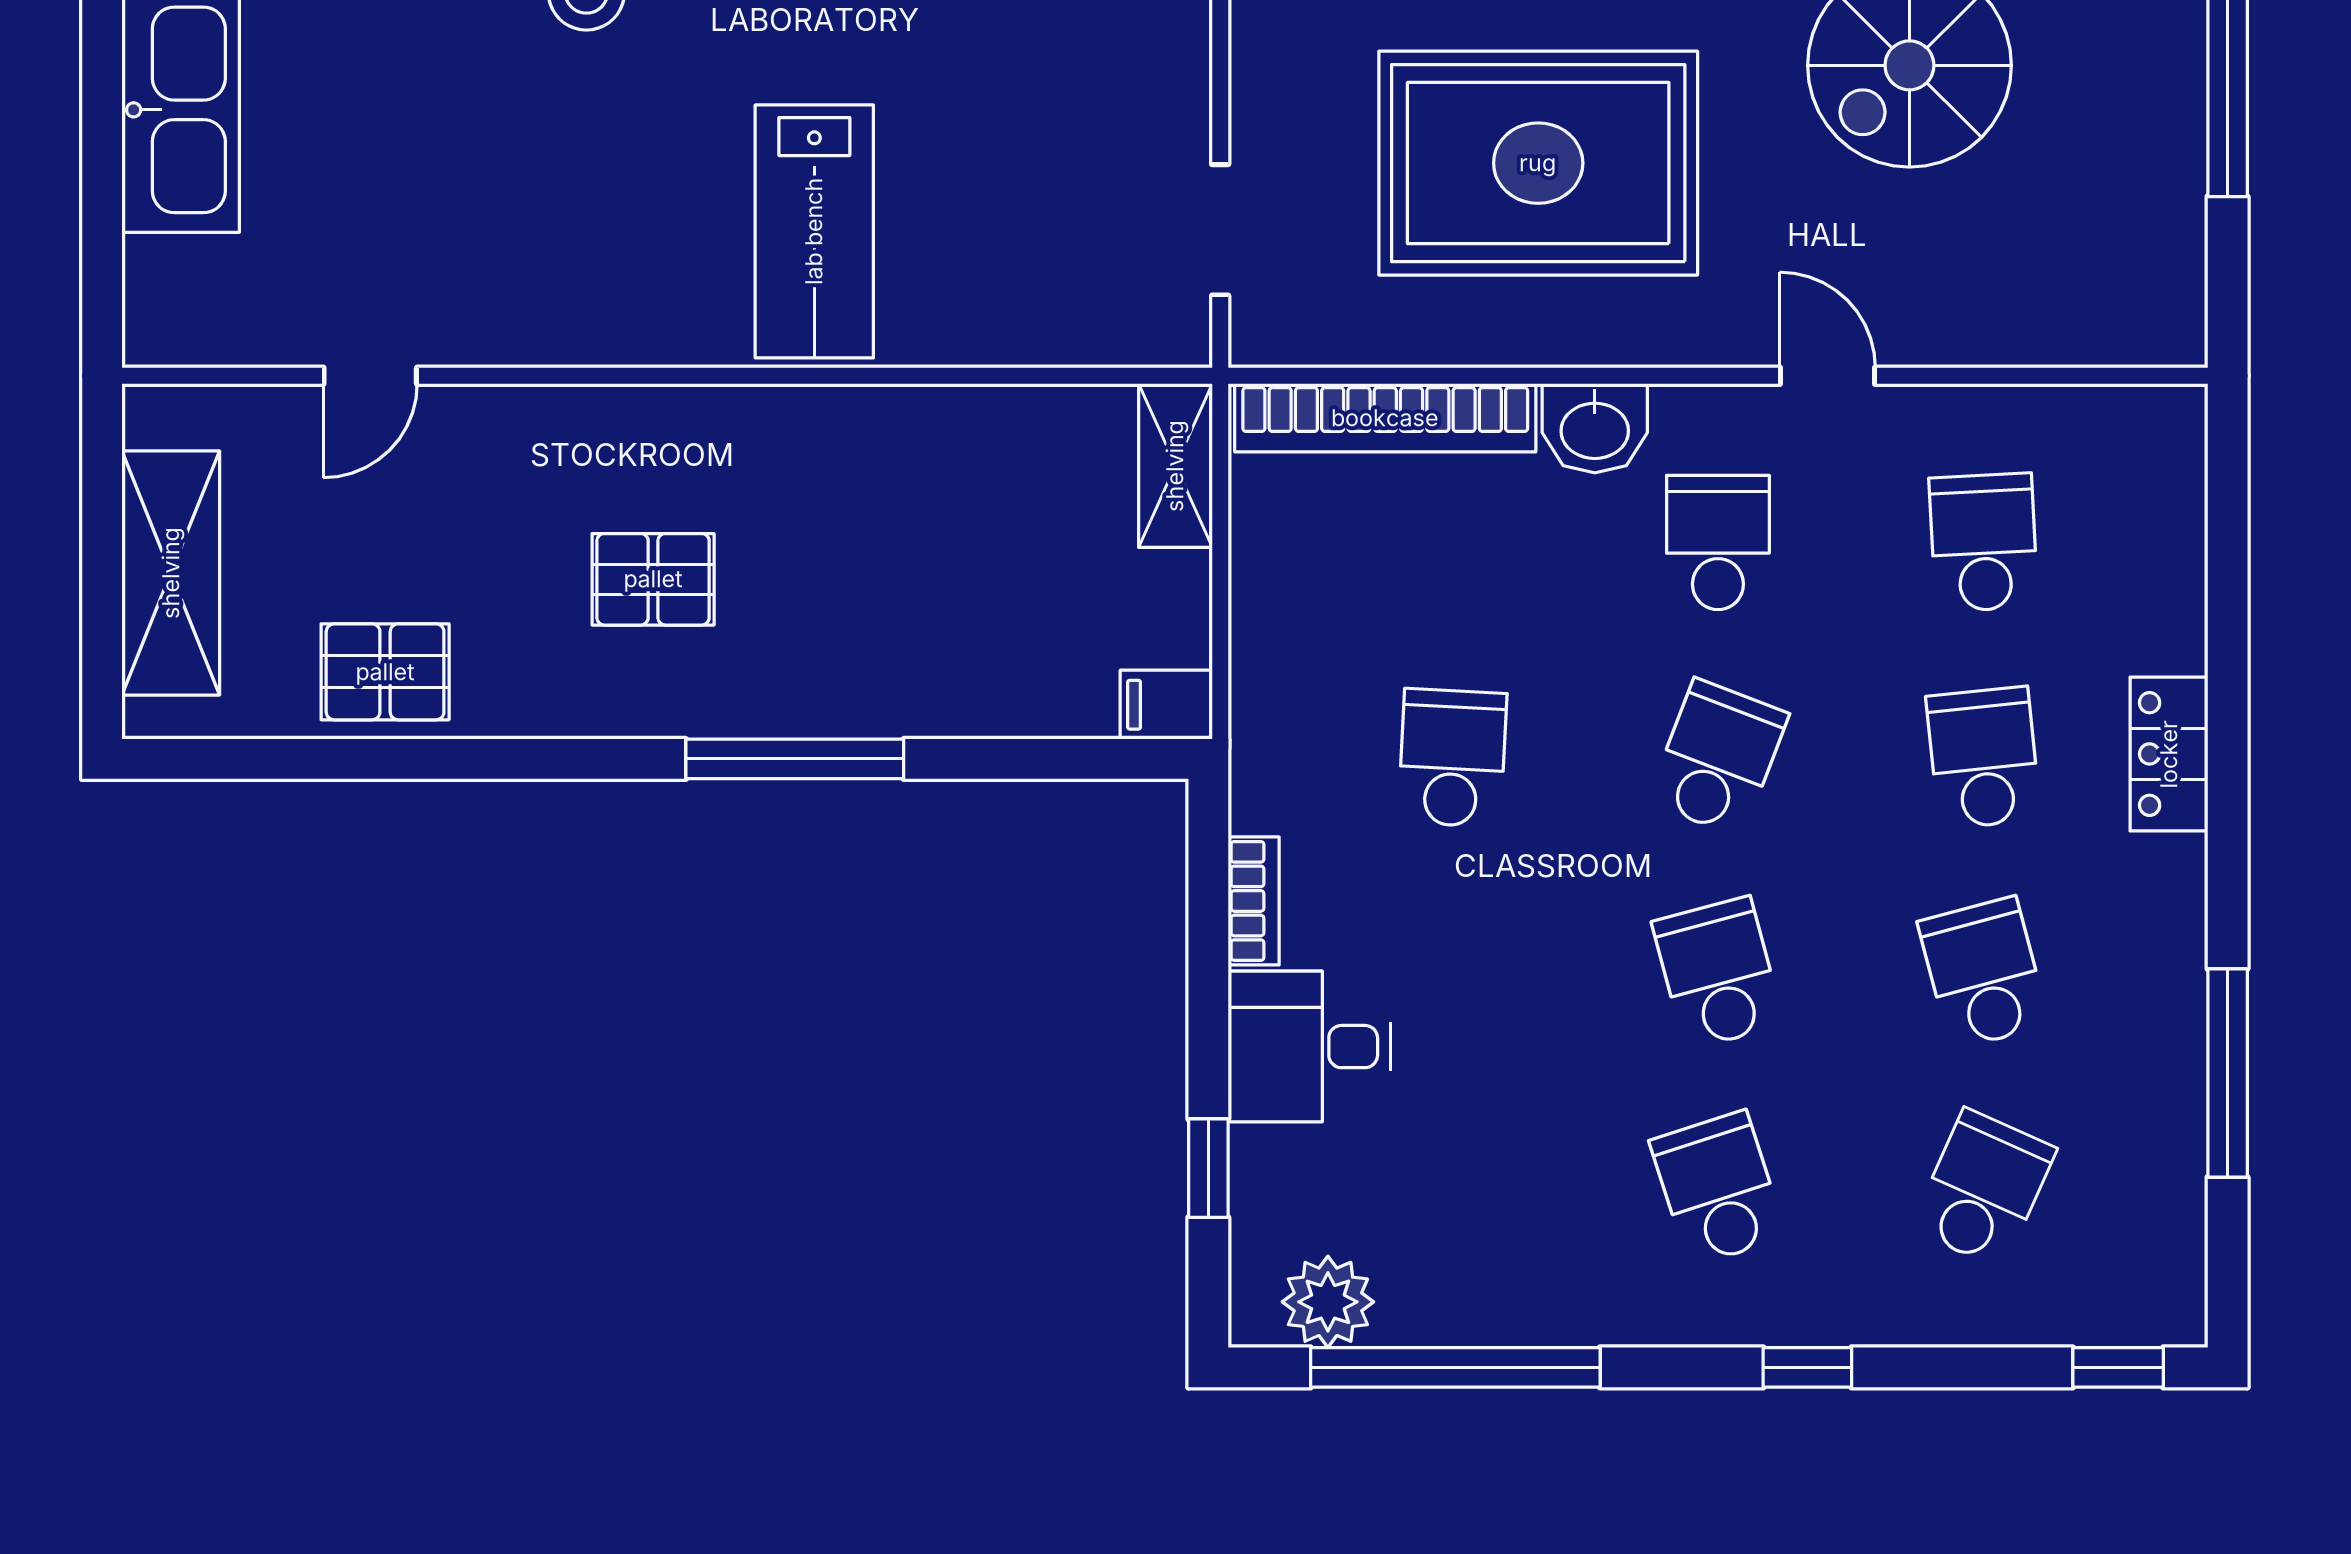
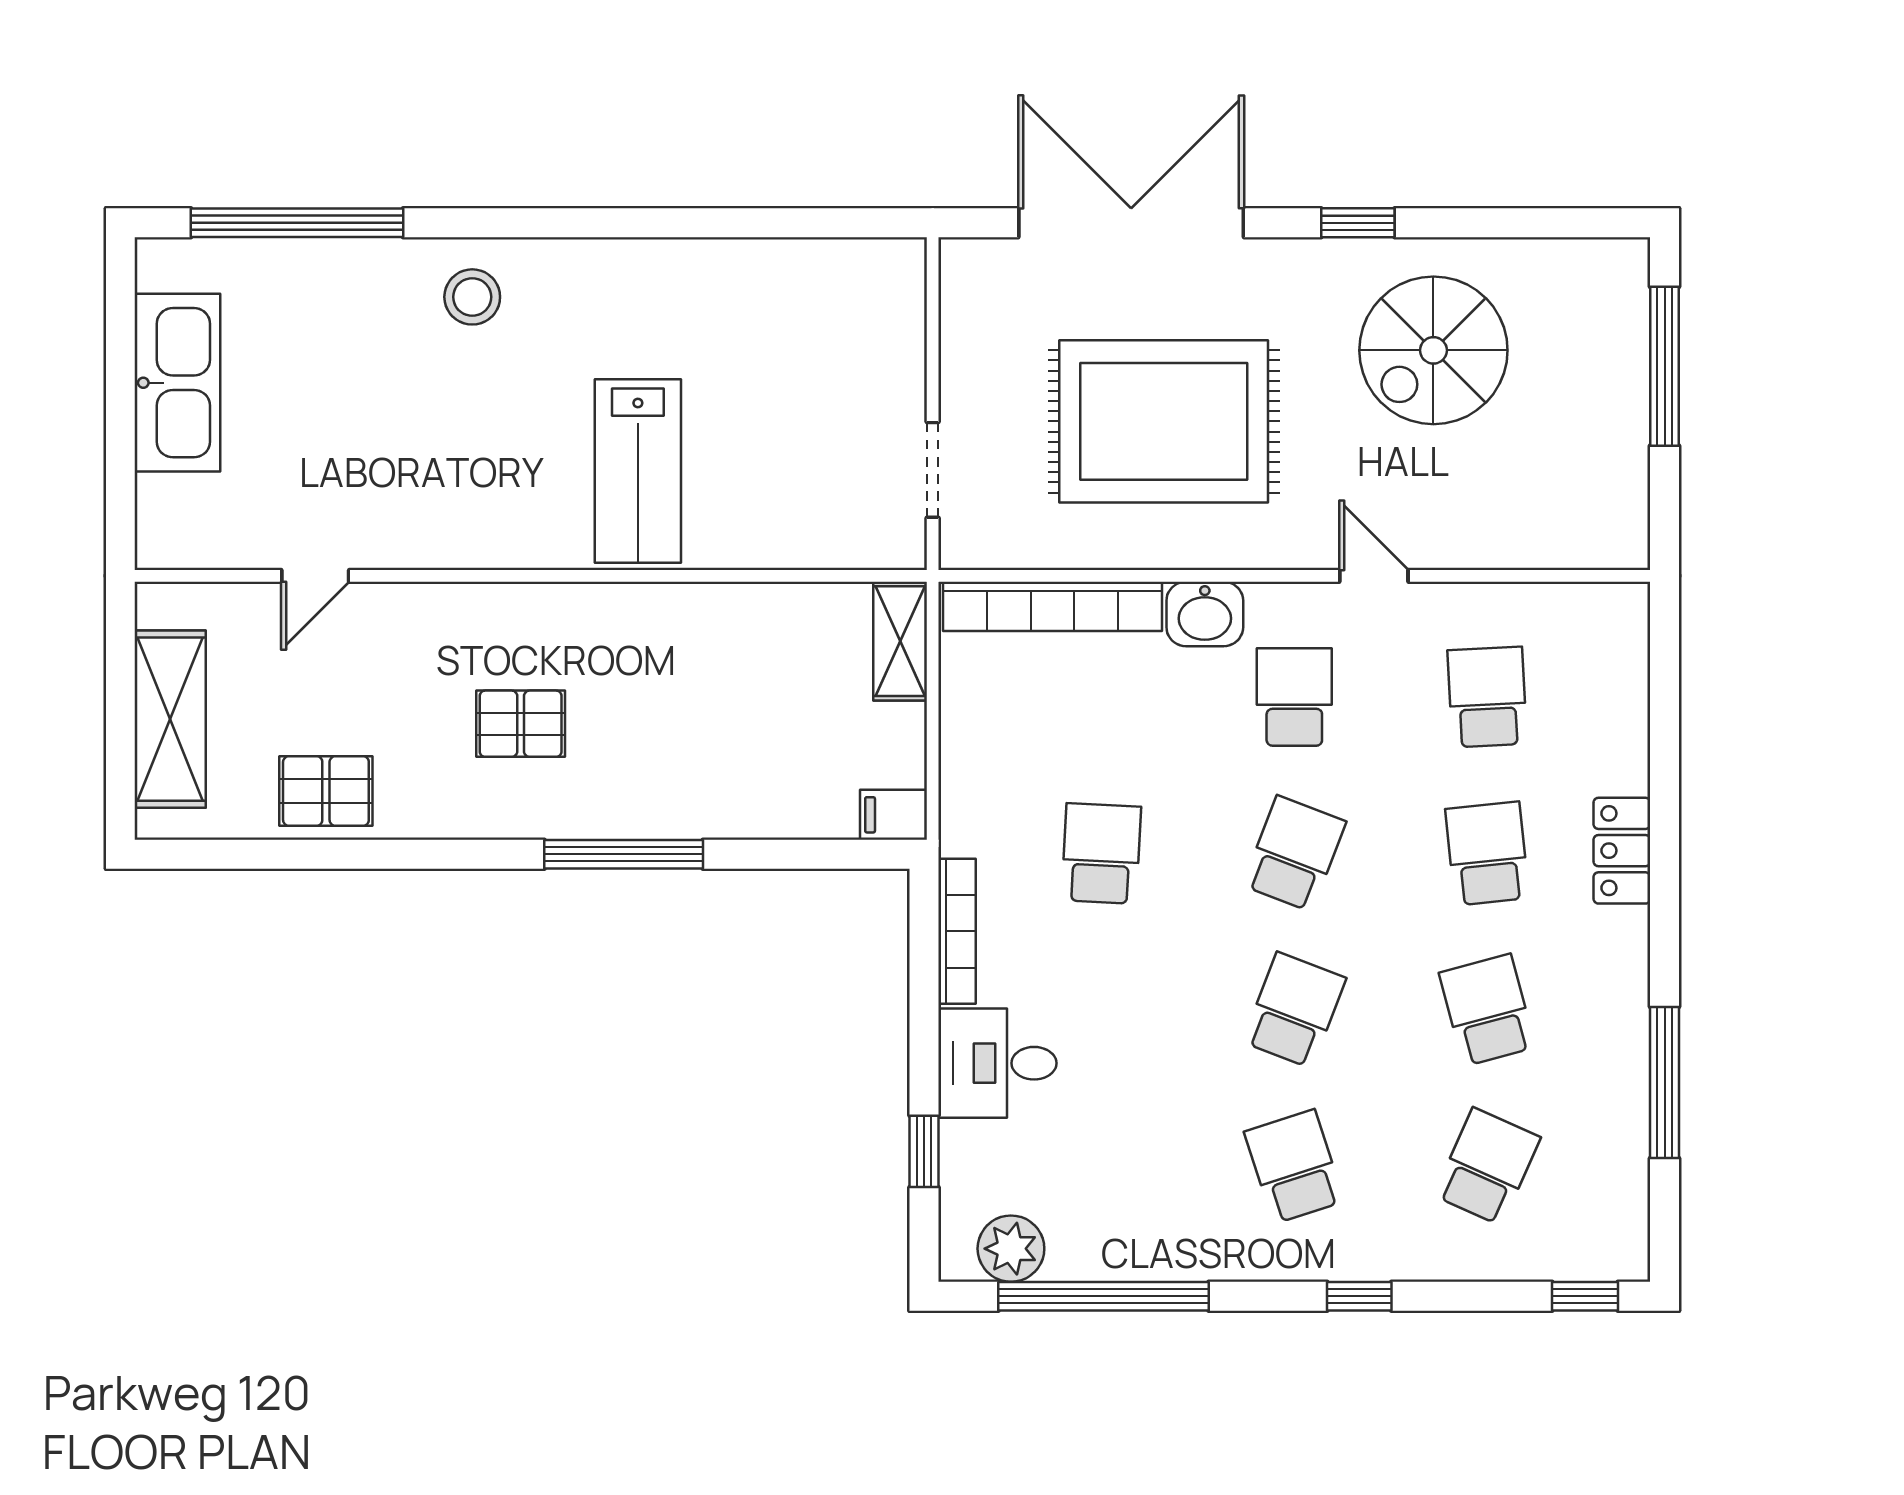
bookcase: (1254, 901) -> (957, 931), width x1.56
school desk: (1718, 973) -> (1294, 1010), turned 36

